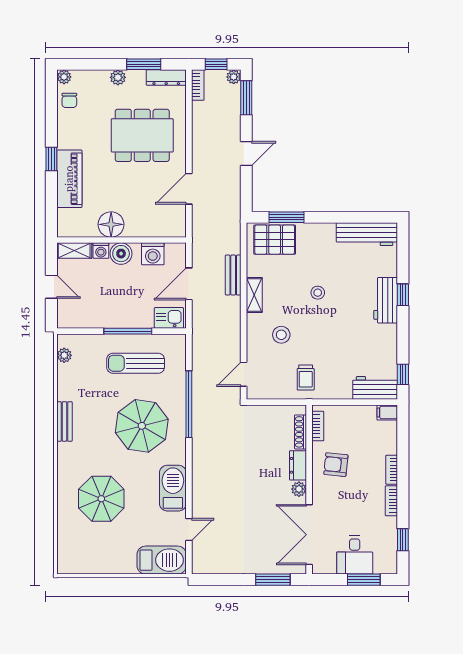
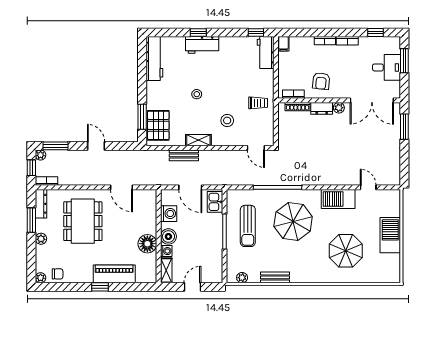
bench: (64, 421) -> (275, 277), moved
barbecue: (162, 560) -> (390, 235), moved

